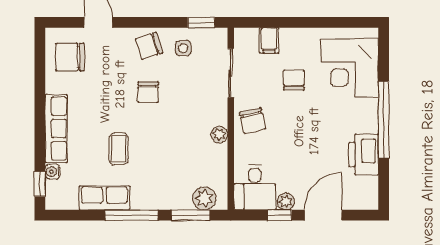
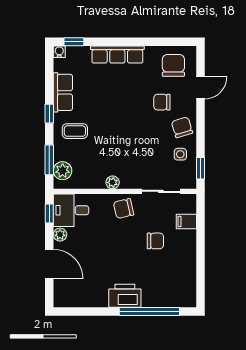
corner desk: (350, 68) -> (165, 285), removed
chair: (148, 92) -> (162, 102), moved
window: (384, 120) -> (149, 311), moved
coffee table: (119, 149) -> (75, 131), moved
printer: (364, 155) -> (125, 296), moved
water cooler: (53, 172) -> (59, 52), moved
window: (131, 215) -> (49, 114), width x0.46
window: (280, 215) -> (49, 214), moved

